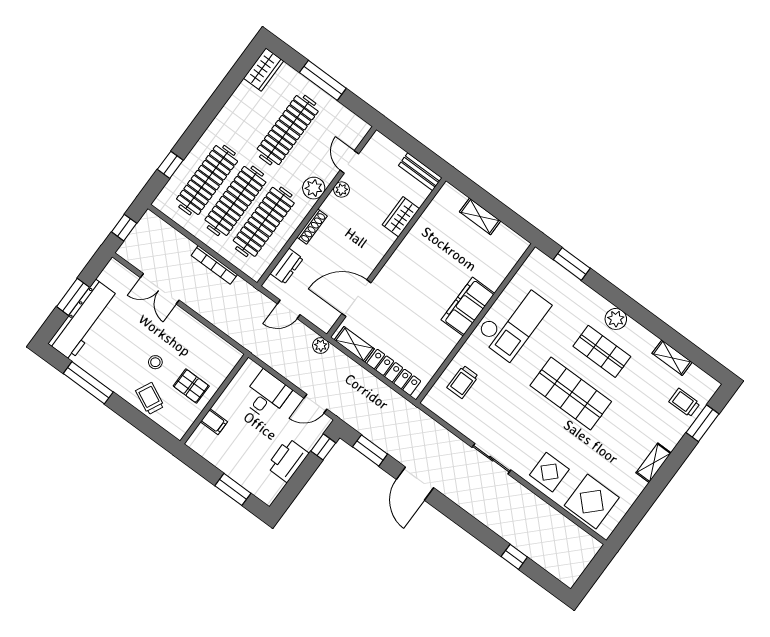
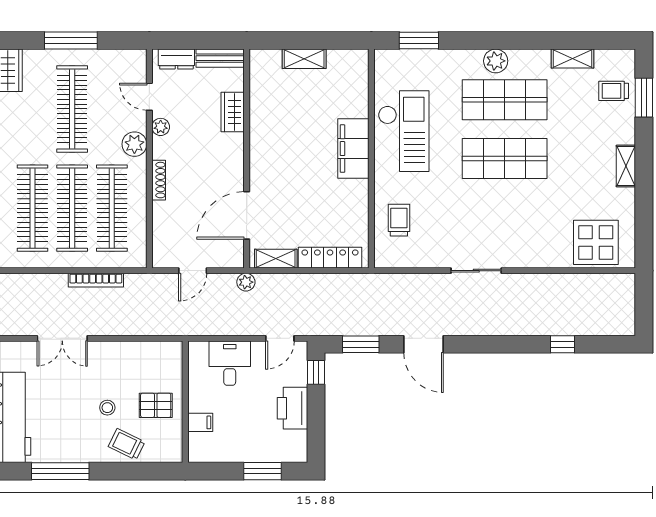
dresser: (287, 266) -> (176, 59), moved, turned 90
shop shelf: (602, 351) -> (505, 100), width x1.43, depth x1.36
trolley: (463, 382) -> (399, 220), turned 180
display table: (549, 472) -> (538, 244), removed

